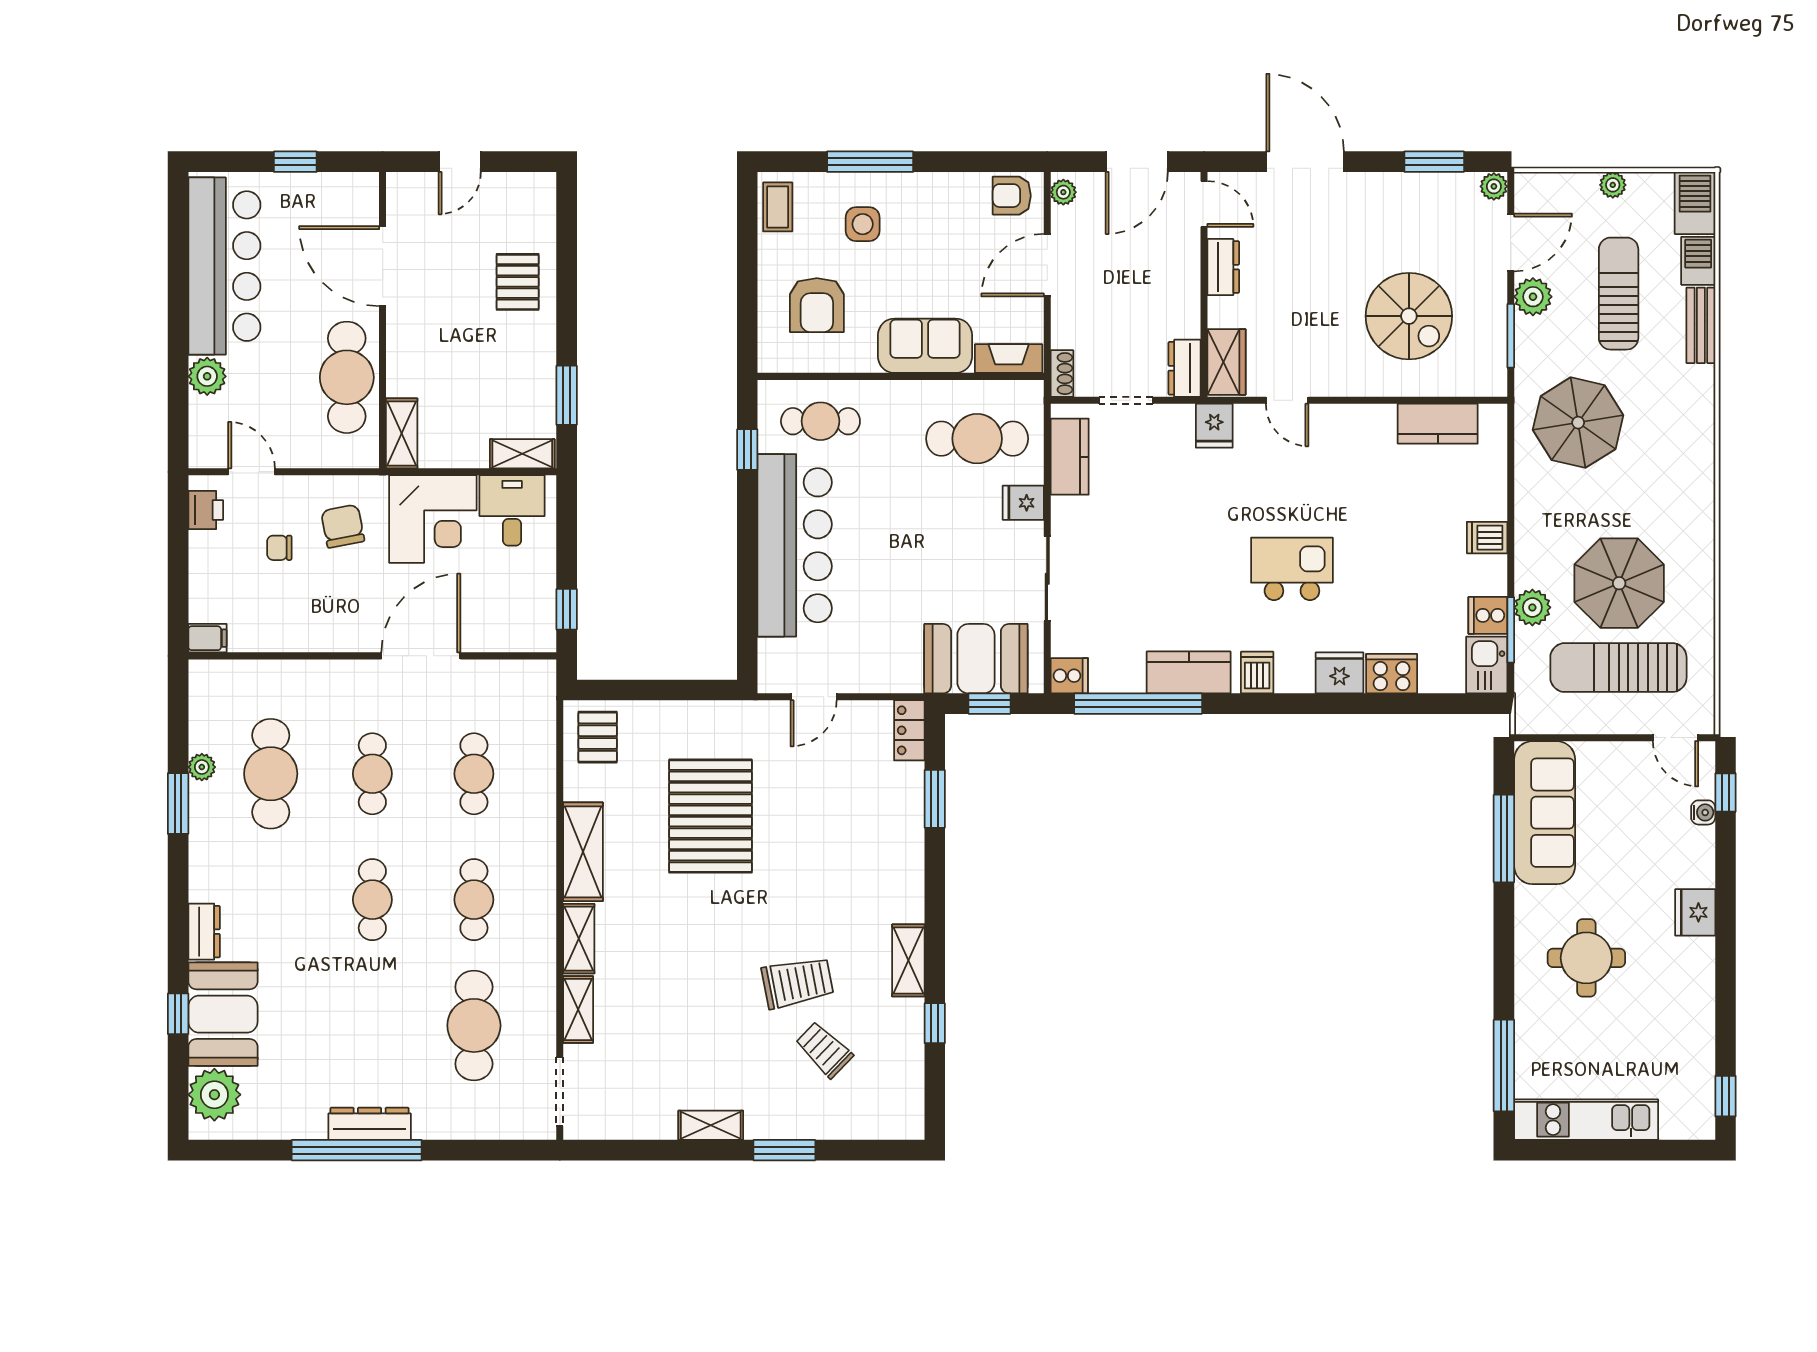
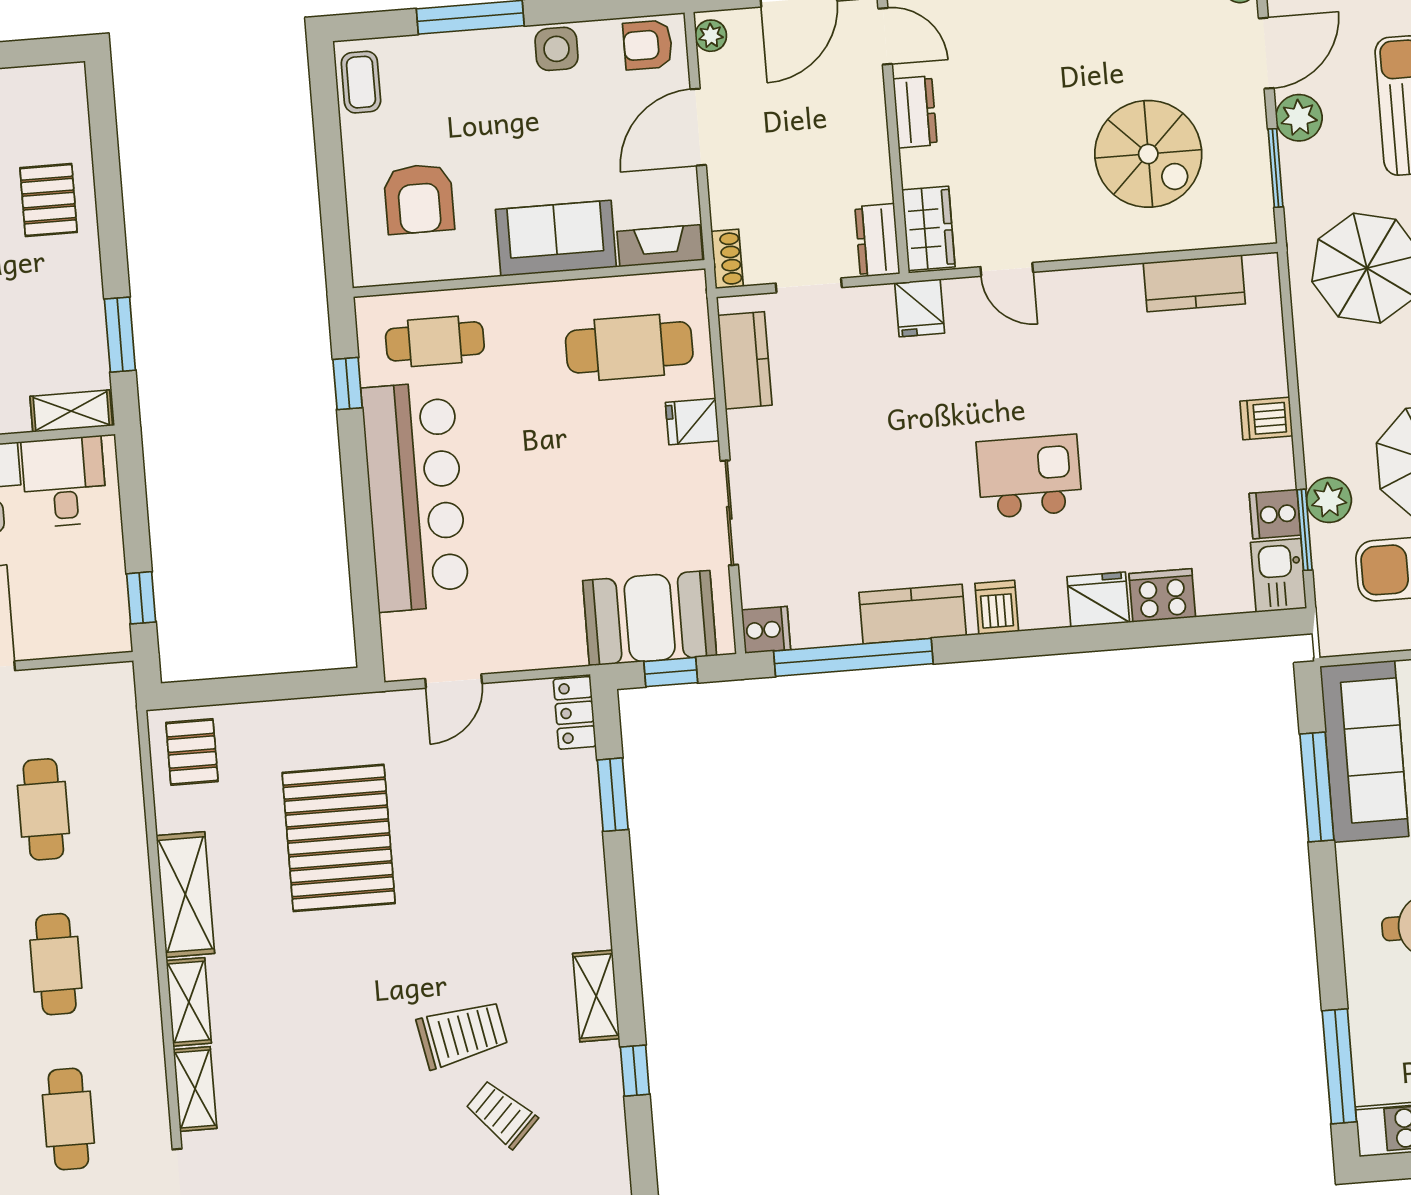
side table: (863, 224) -> (556, 49), moved
cafe table: (474, 1025) -> (68, 1119), width x0.73, depth x0.74

